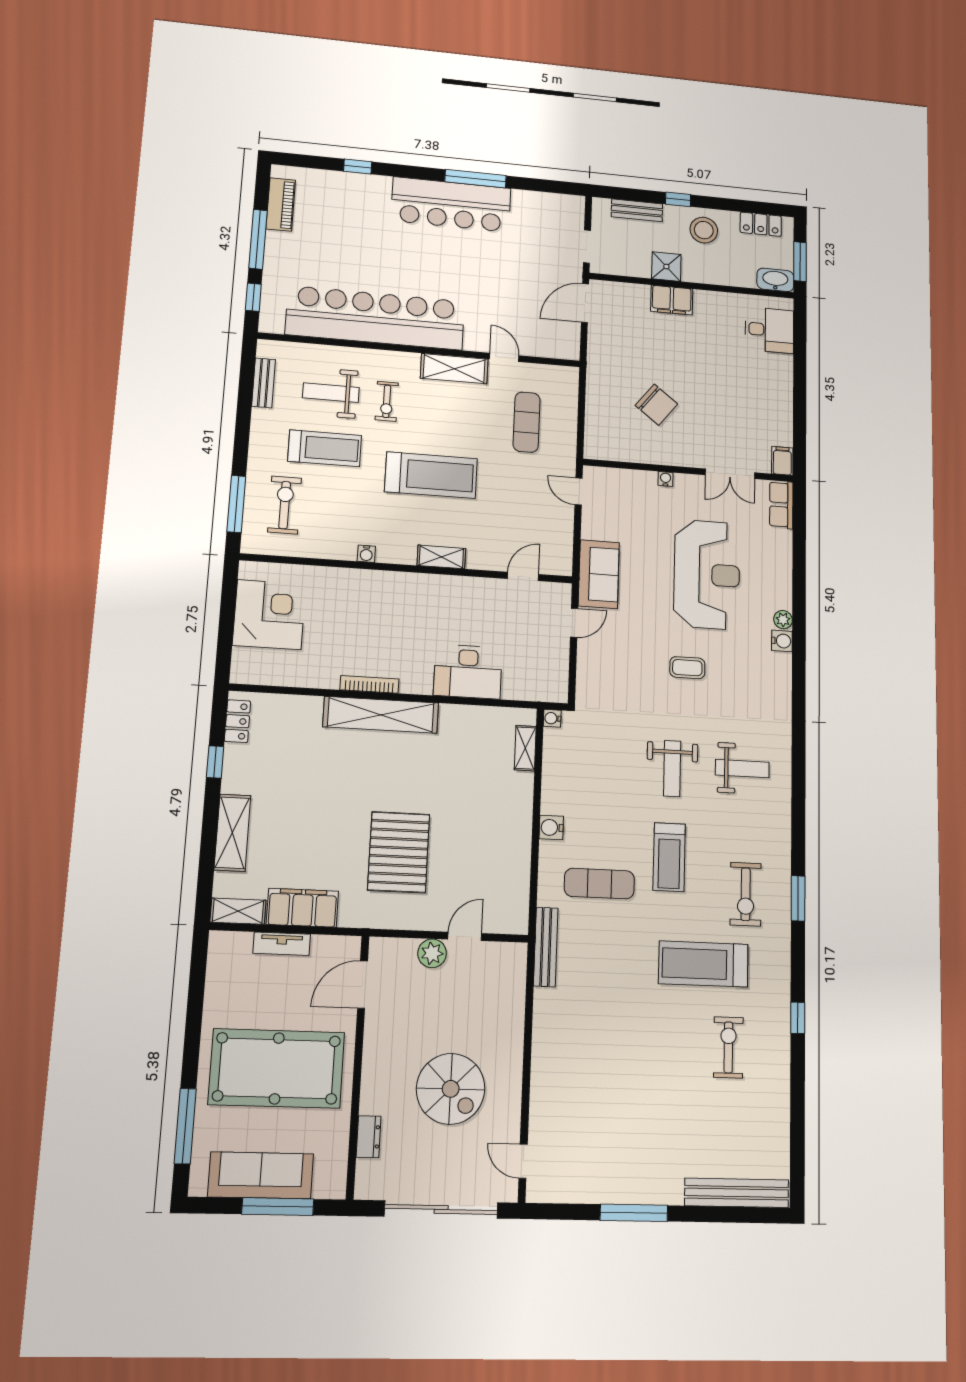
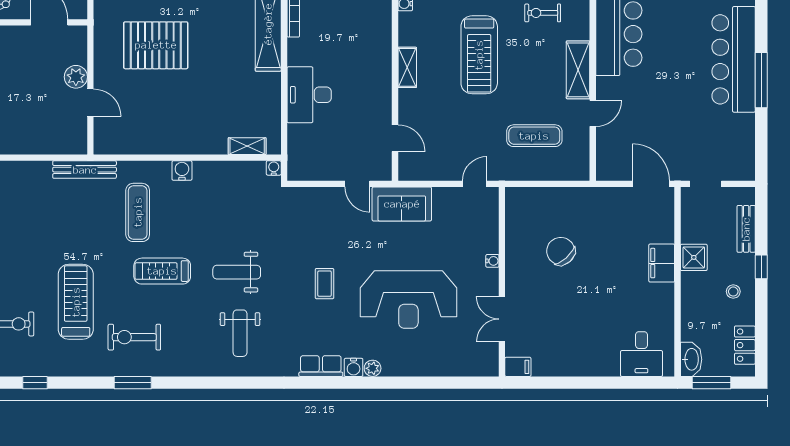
stool: (704, 230) -> (733, 292), width x0.53, depth x0.53
chair: (656, 405) -> (561, 251), turned 100
row of seats: (781, 505) -> (321, 366), moved

